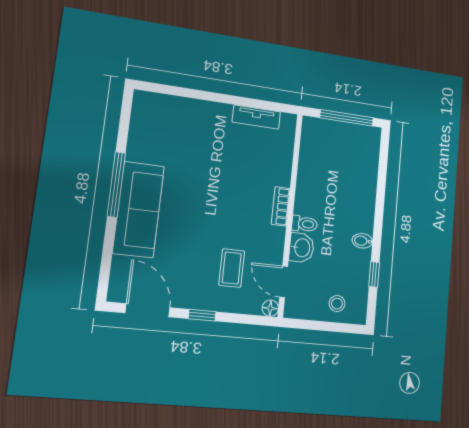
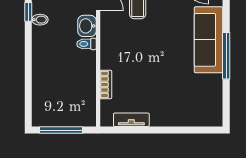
bookcase: (281, 206) -> (106, 84), moved
bidet: (362, 241) -> (40, 20), moved

